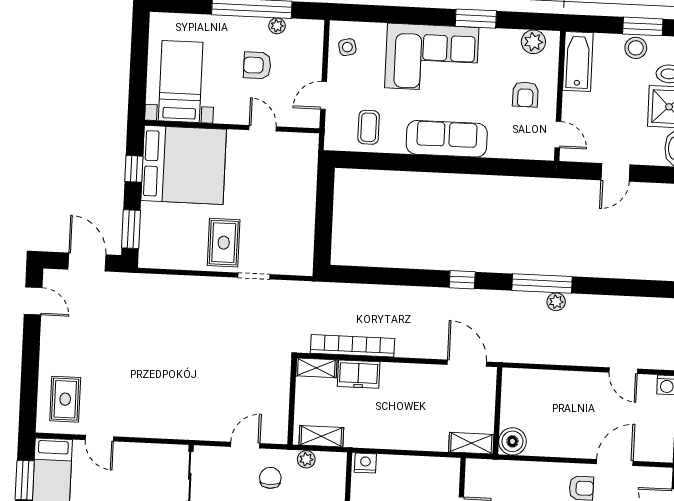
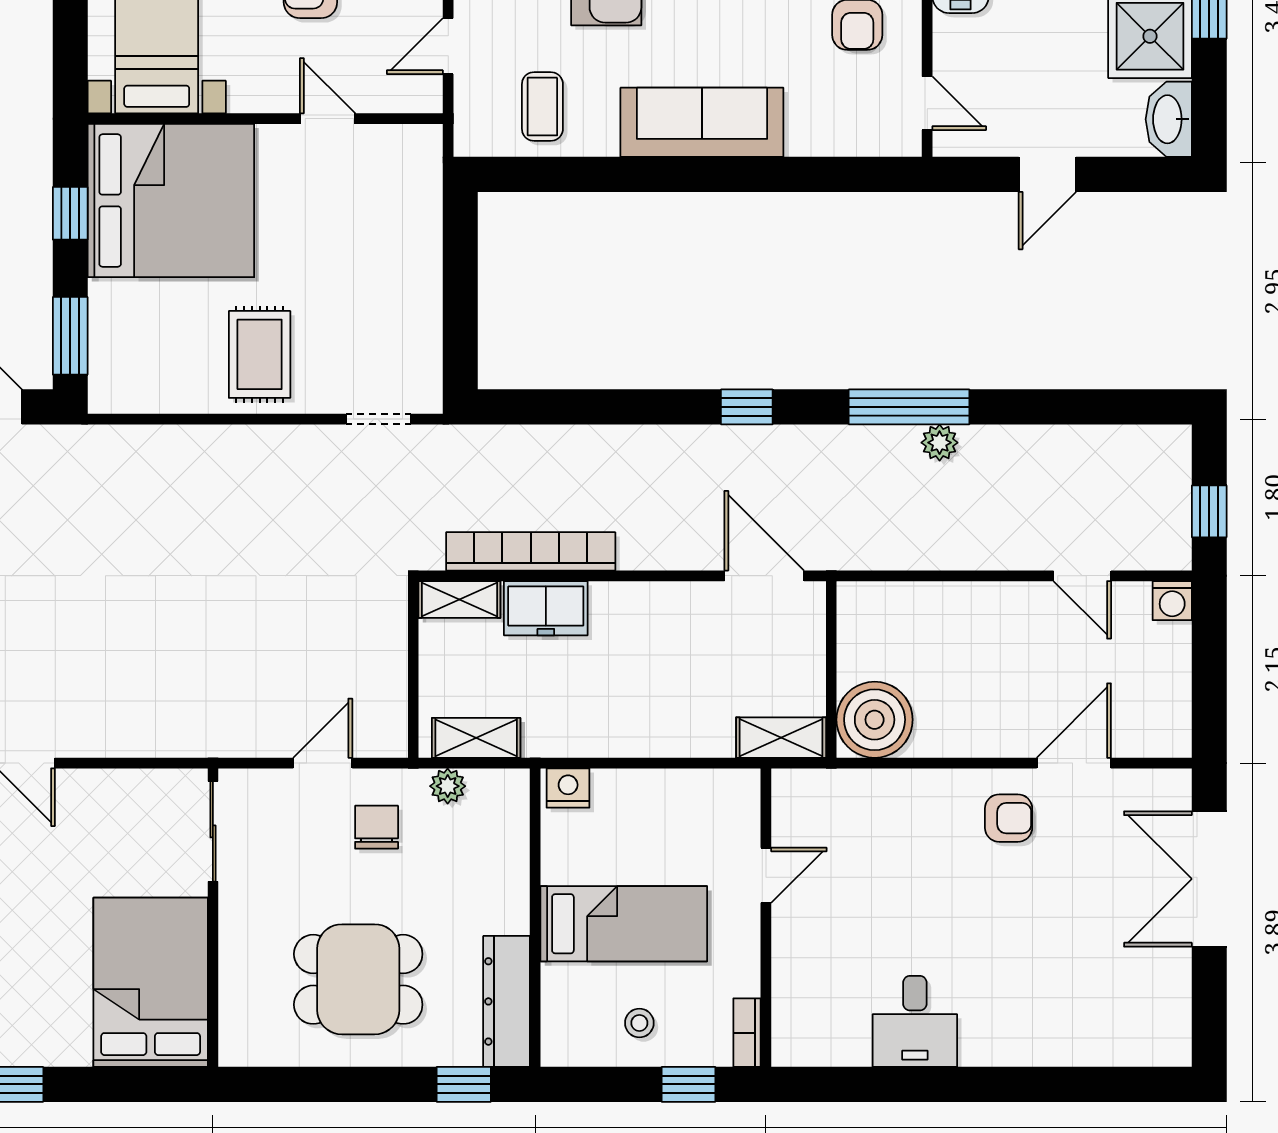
doorway: (254, 276) -> (378, 419), moved
boiler: (512, 441) -> (875, 720), width x1.37, depth x1.37

